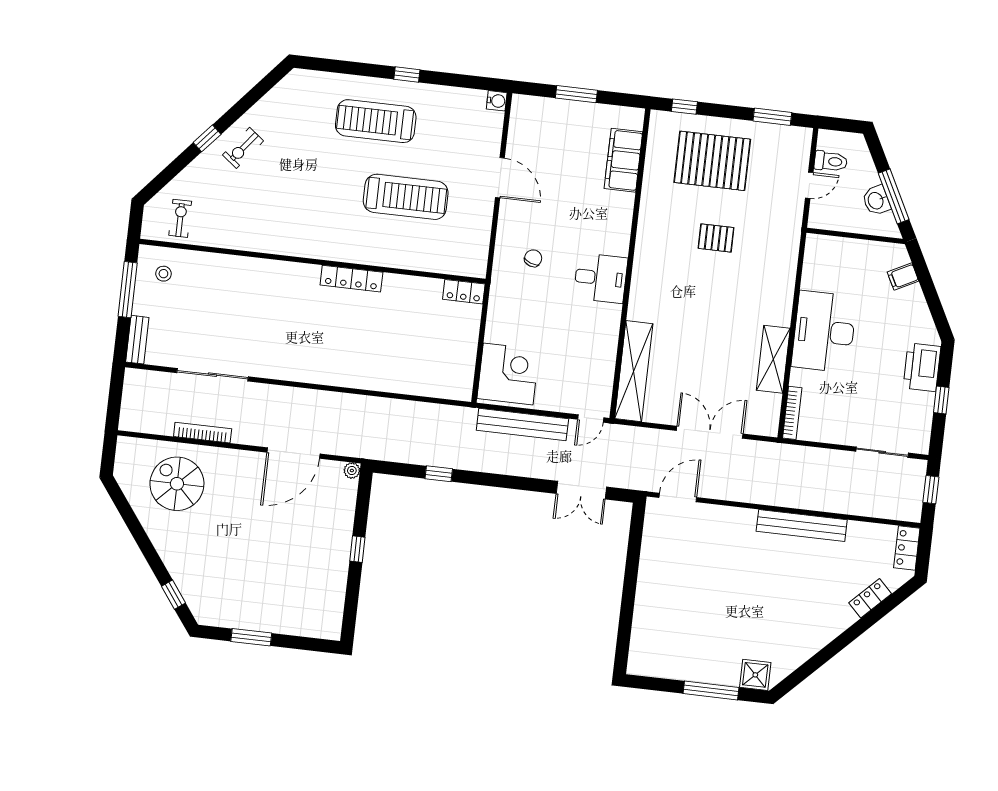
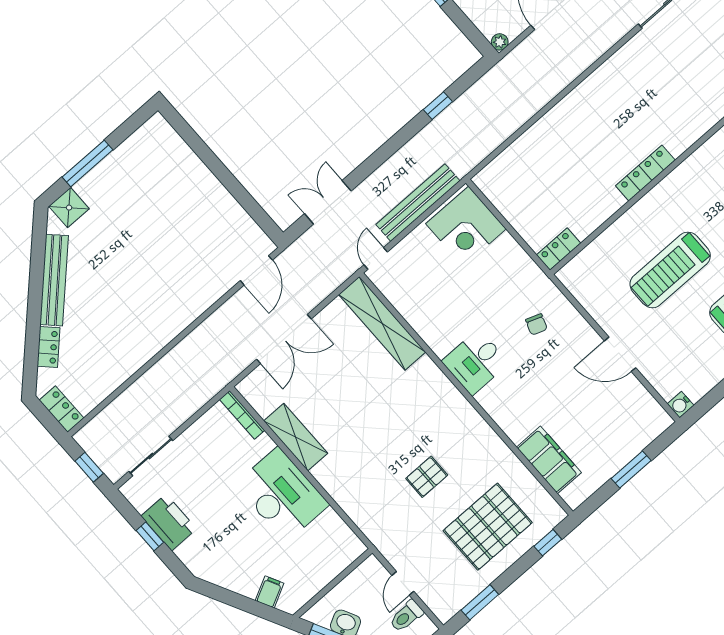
printer: (922, 367) -> (169, 522), moved
bench: (802, 526) -> (54, 280), moved, turned -45

